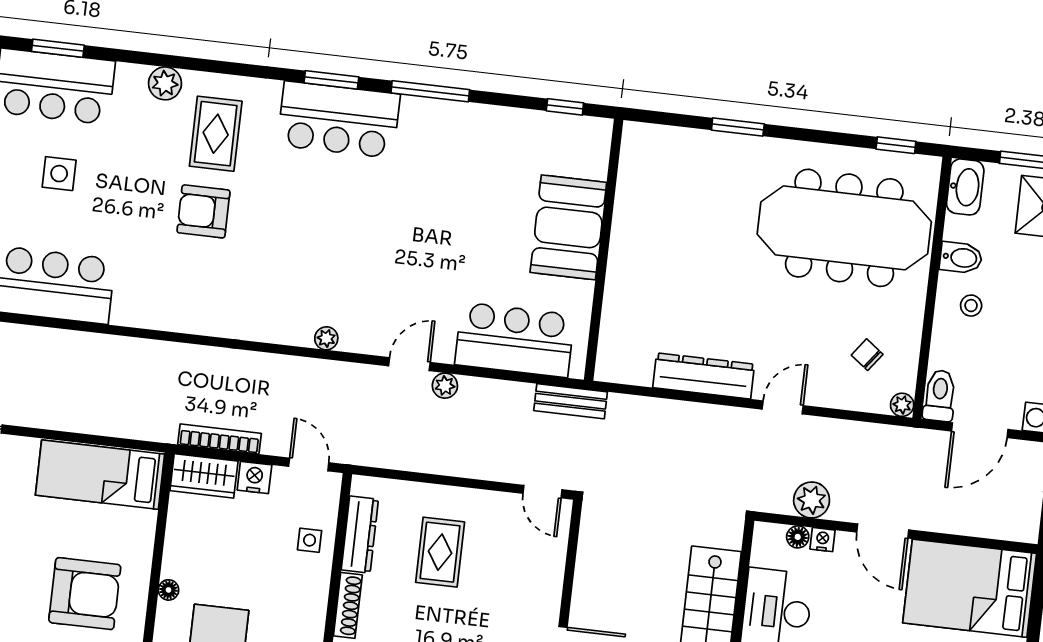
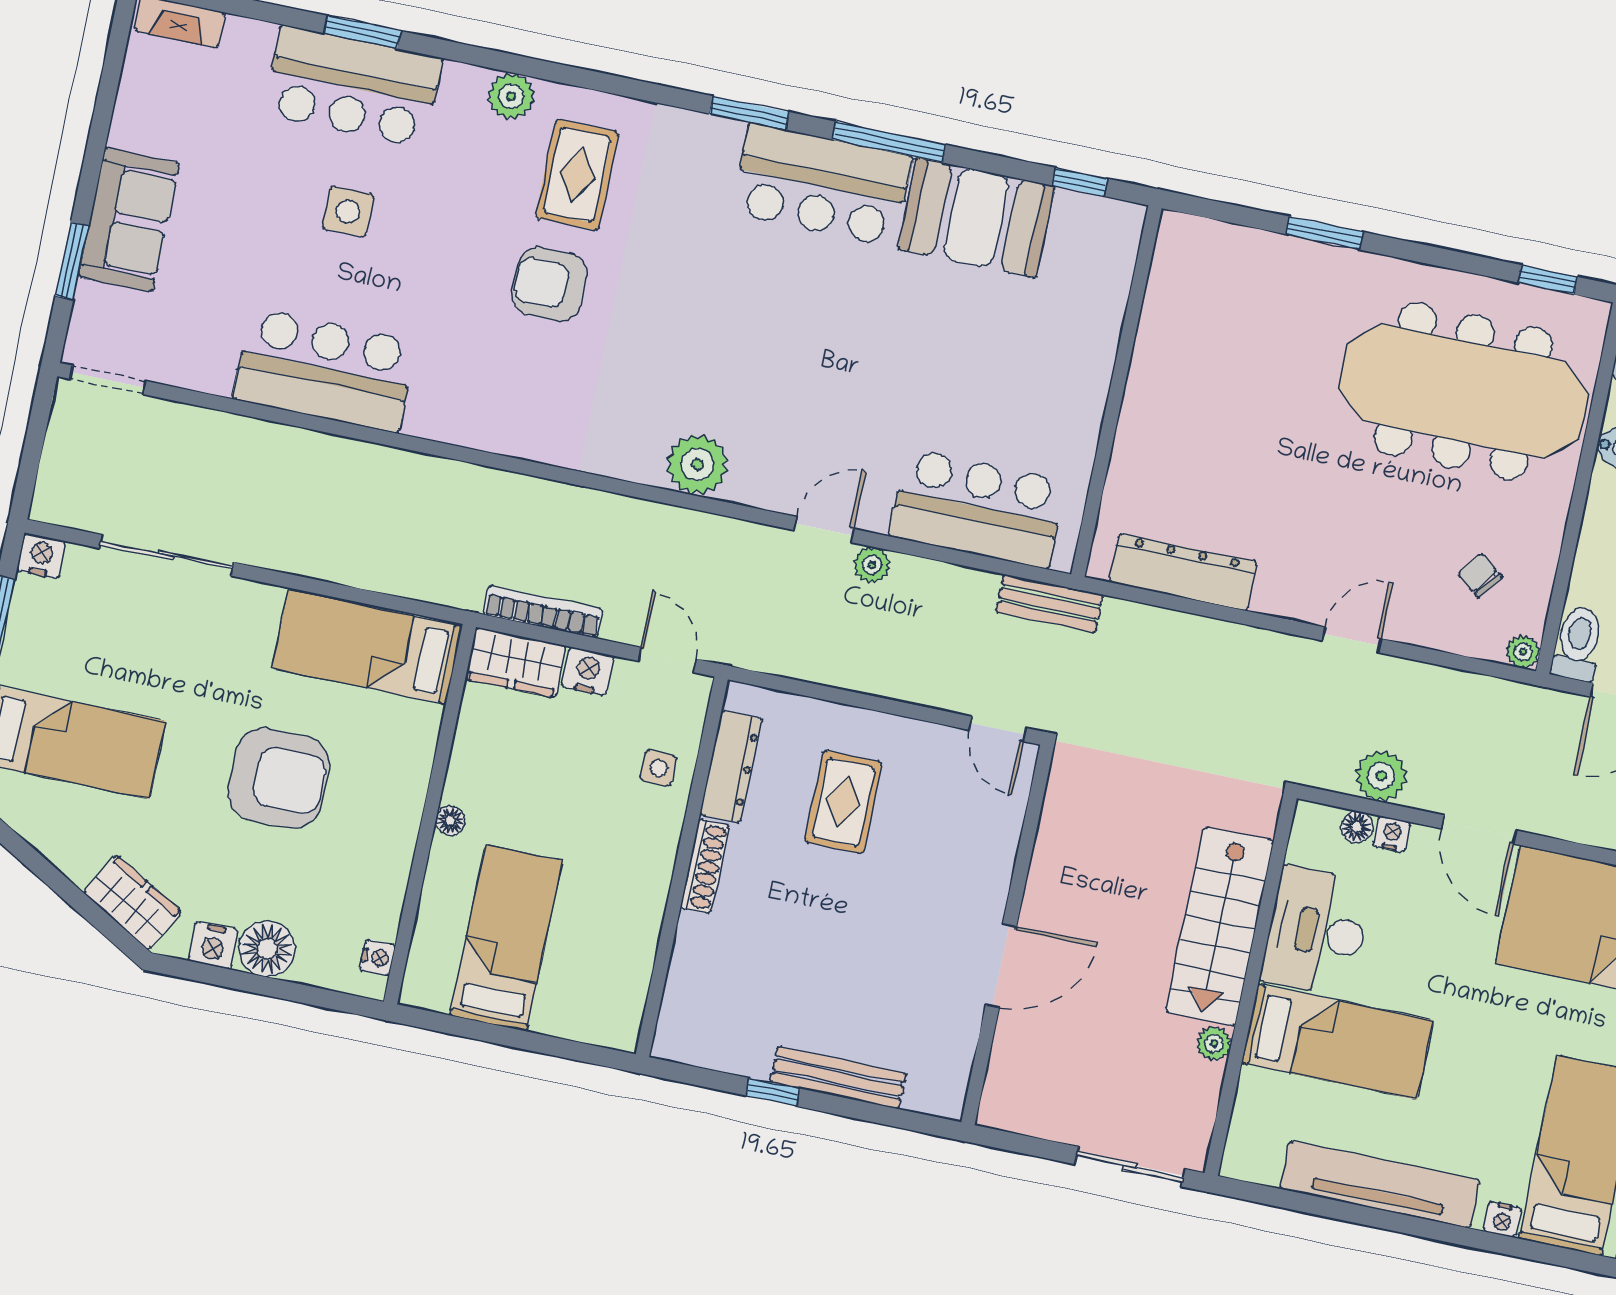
bar counter: (339, 120) -> (822, 185), moved
booth: (568, 227) -> (976, 218), moved, turned 90
plant: (326, 338) -> (697, 465), width x1.88, depth x1.88
dresser: (704, 376) -> (1183, 572), moved
armchair: (85, 594) -> (279, 778), moved

